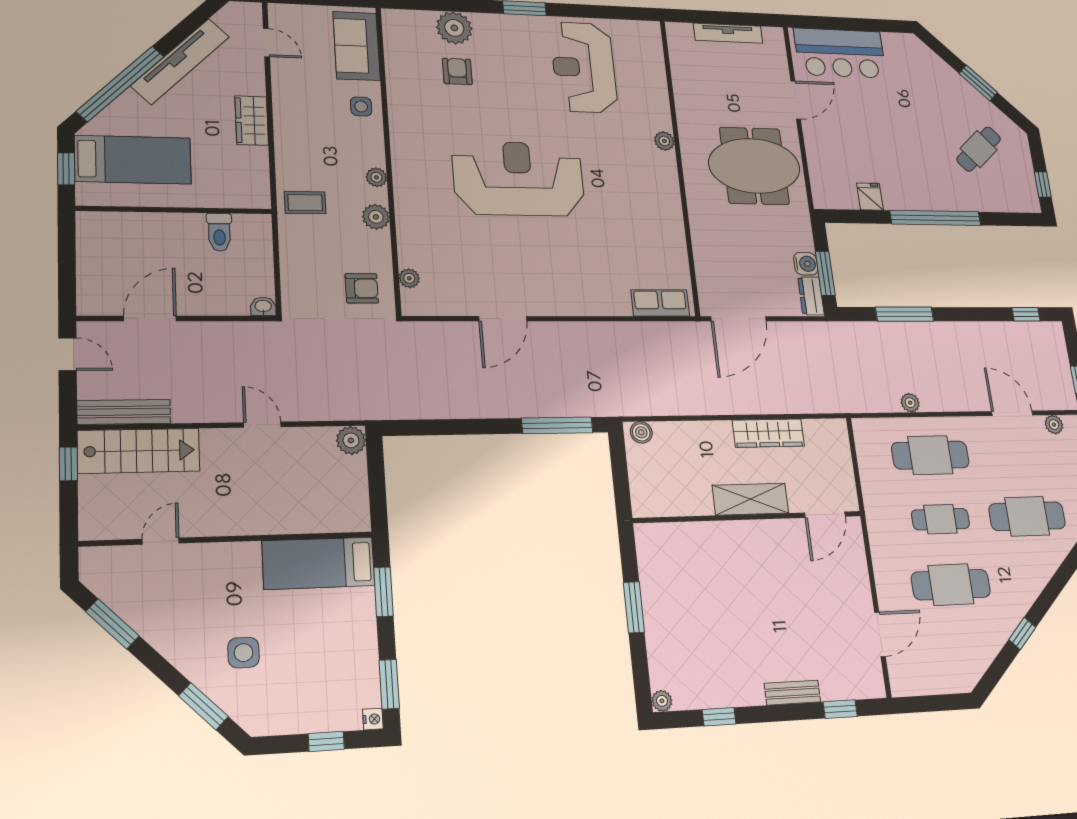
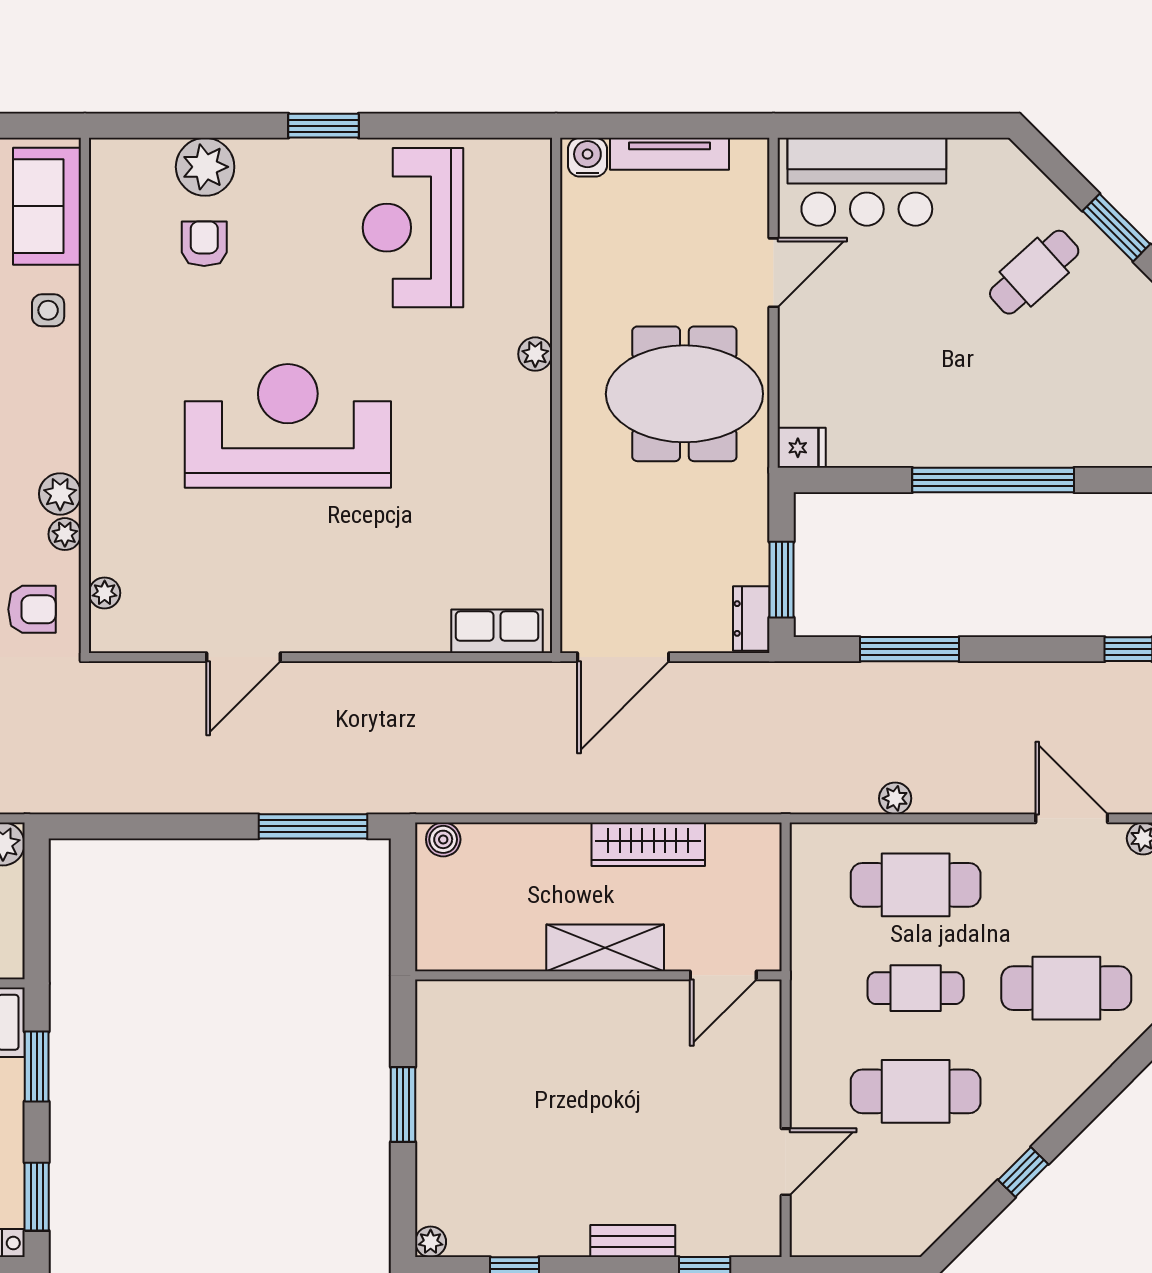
cafe table: (979, 149) -> (1034, 272), moved
plant: (376, 177) -> (65, 534), moved
fridge: (870, 196) -> (802, 448), moved, turned 90
water cooler: (806, 264) -> (587, 157), moved, turned -90

